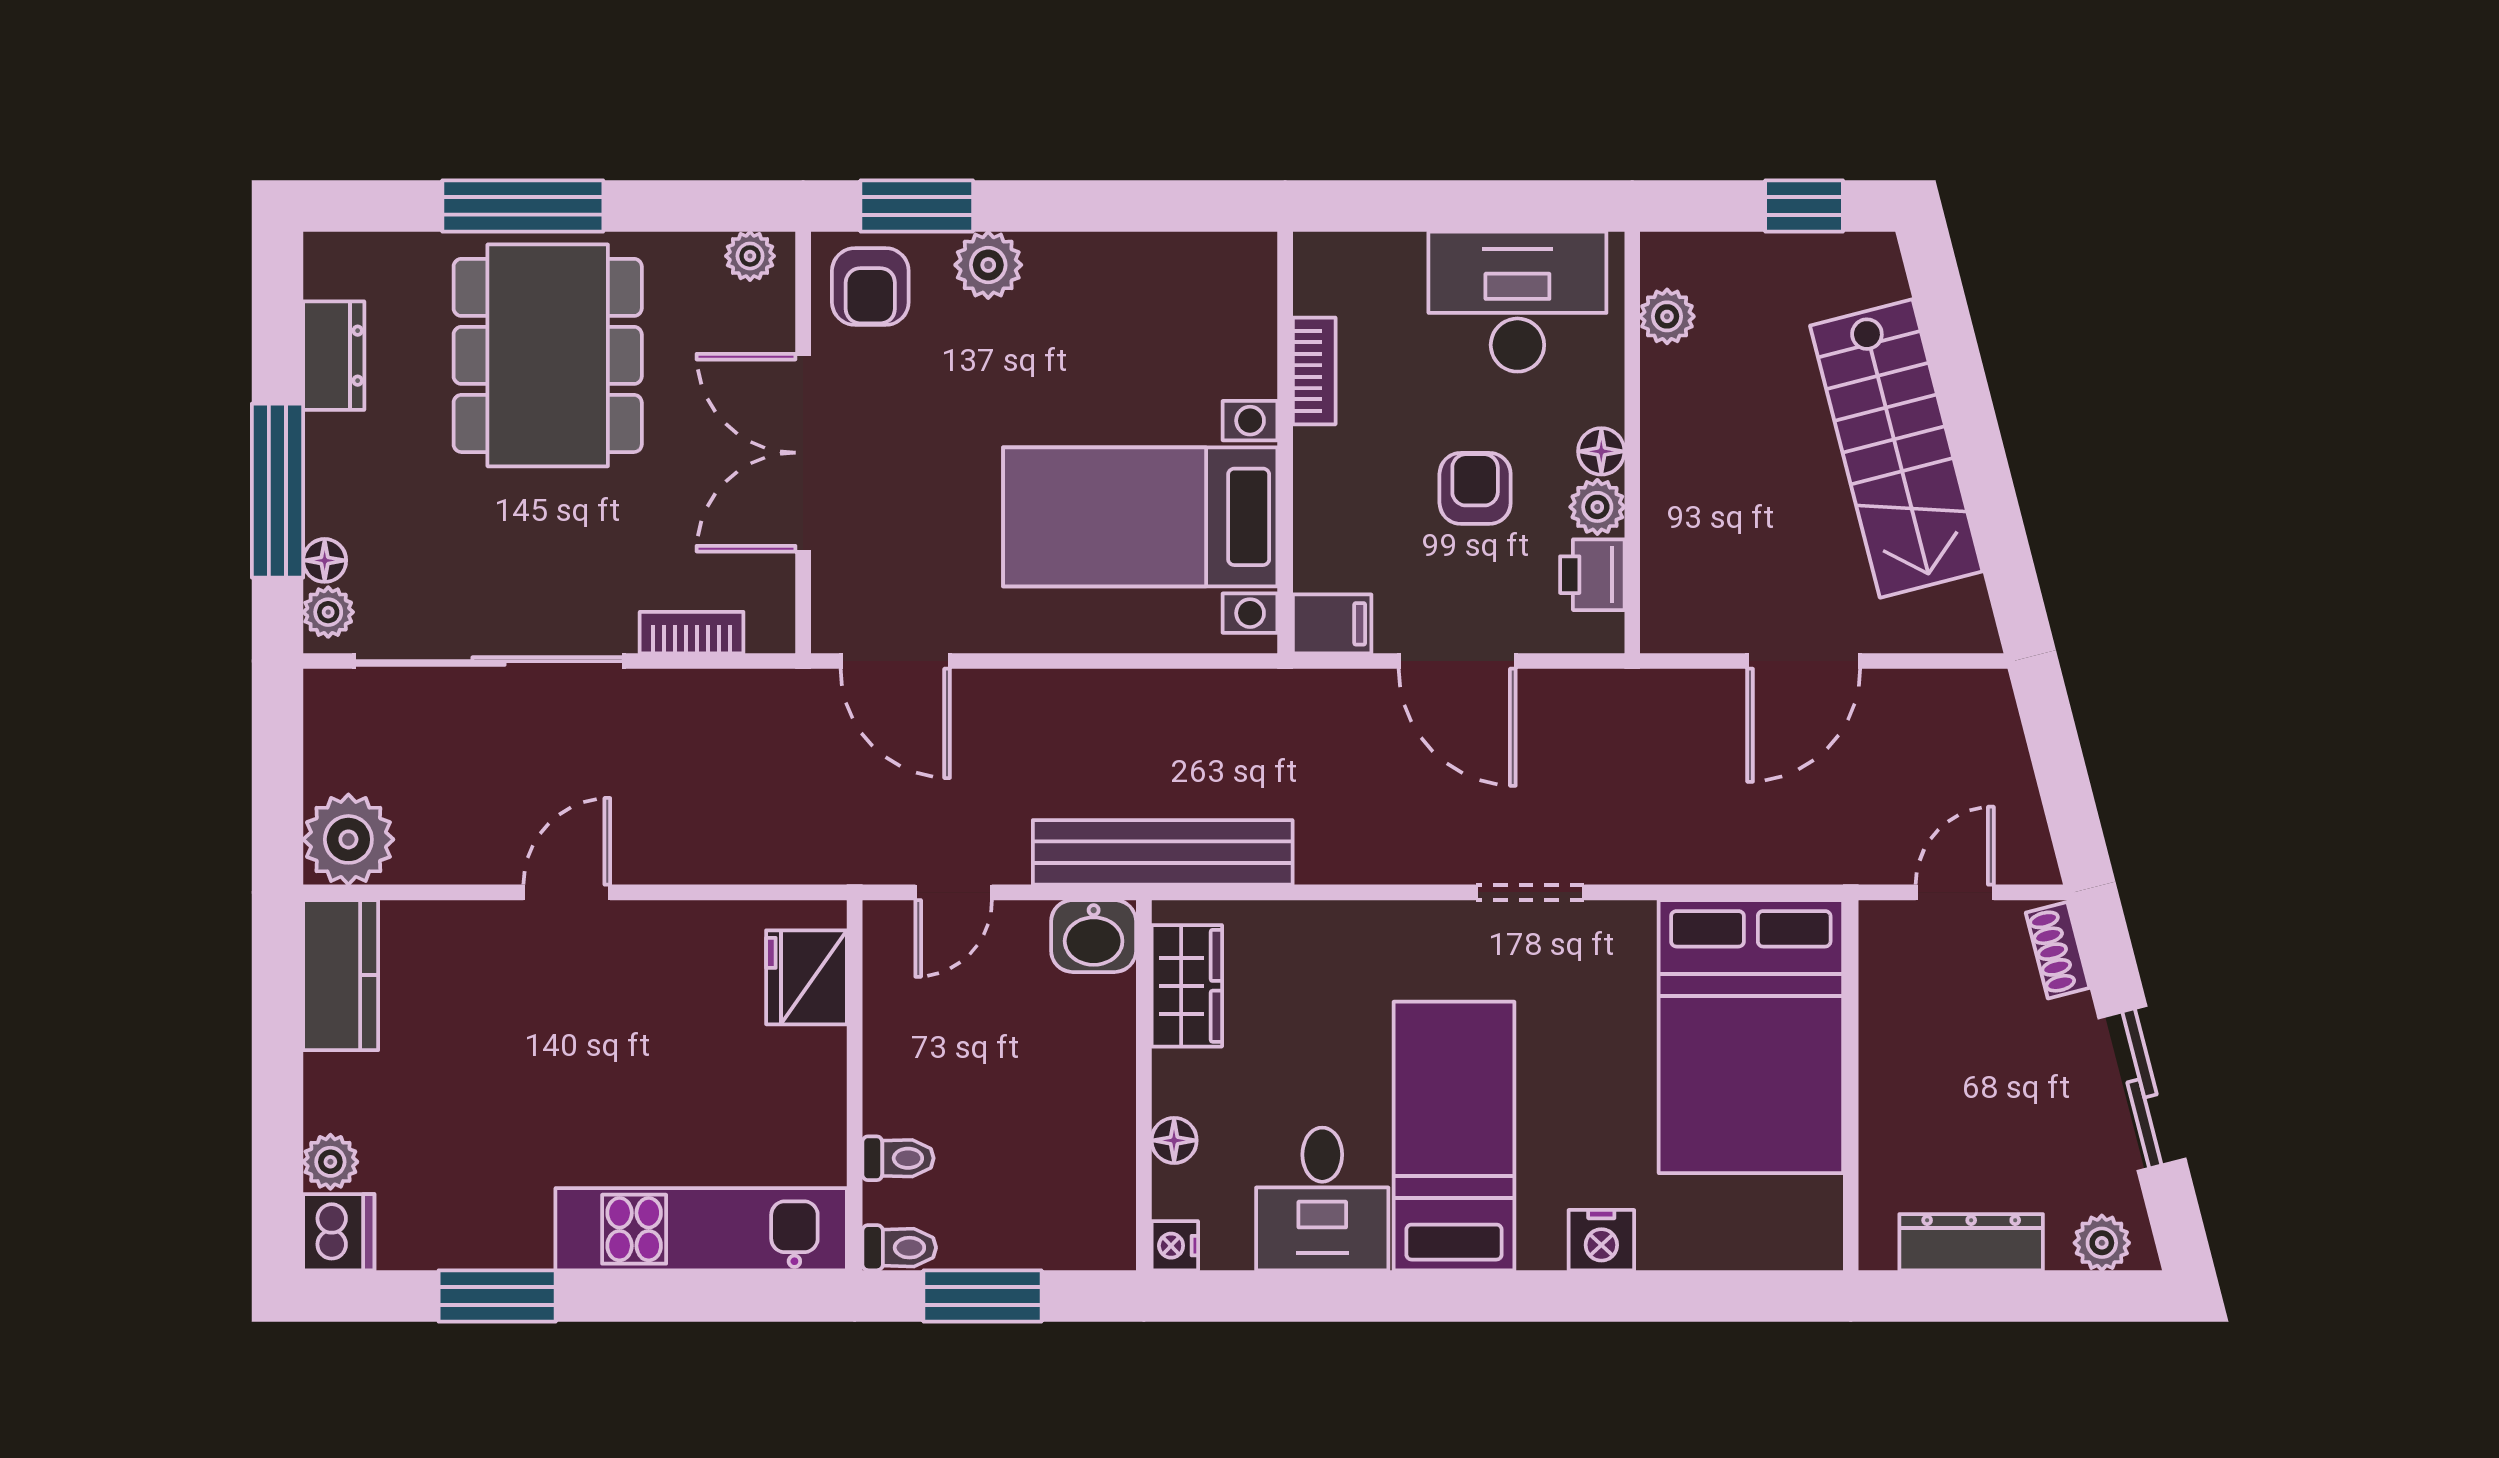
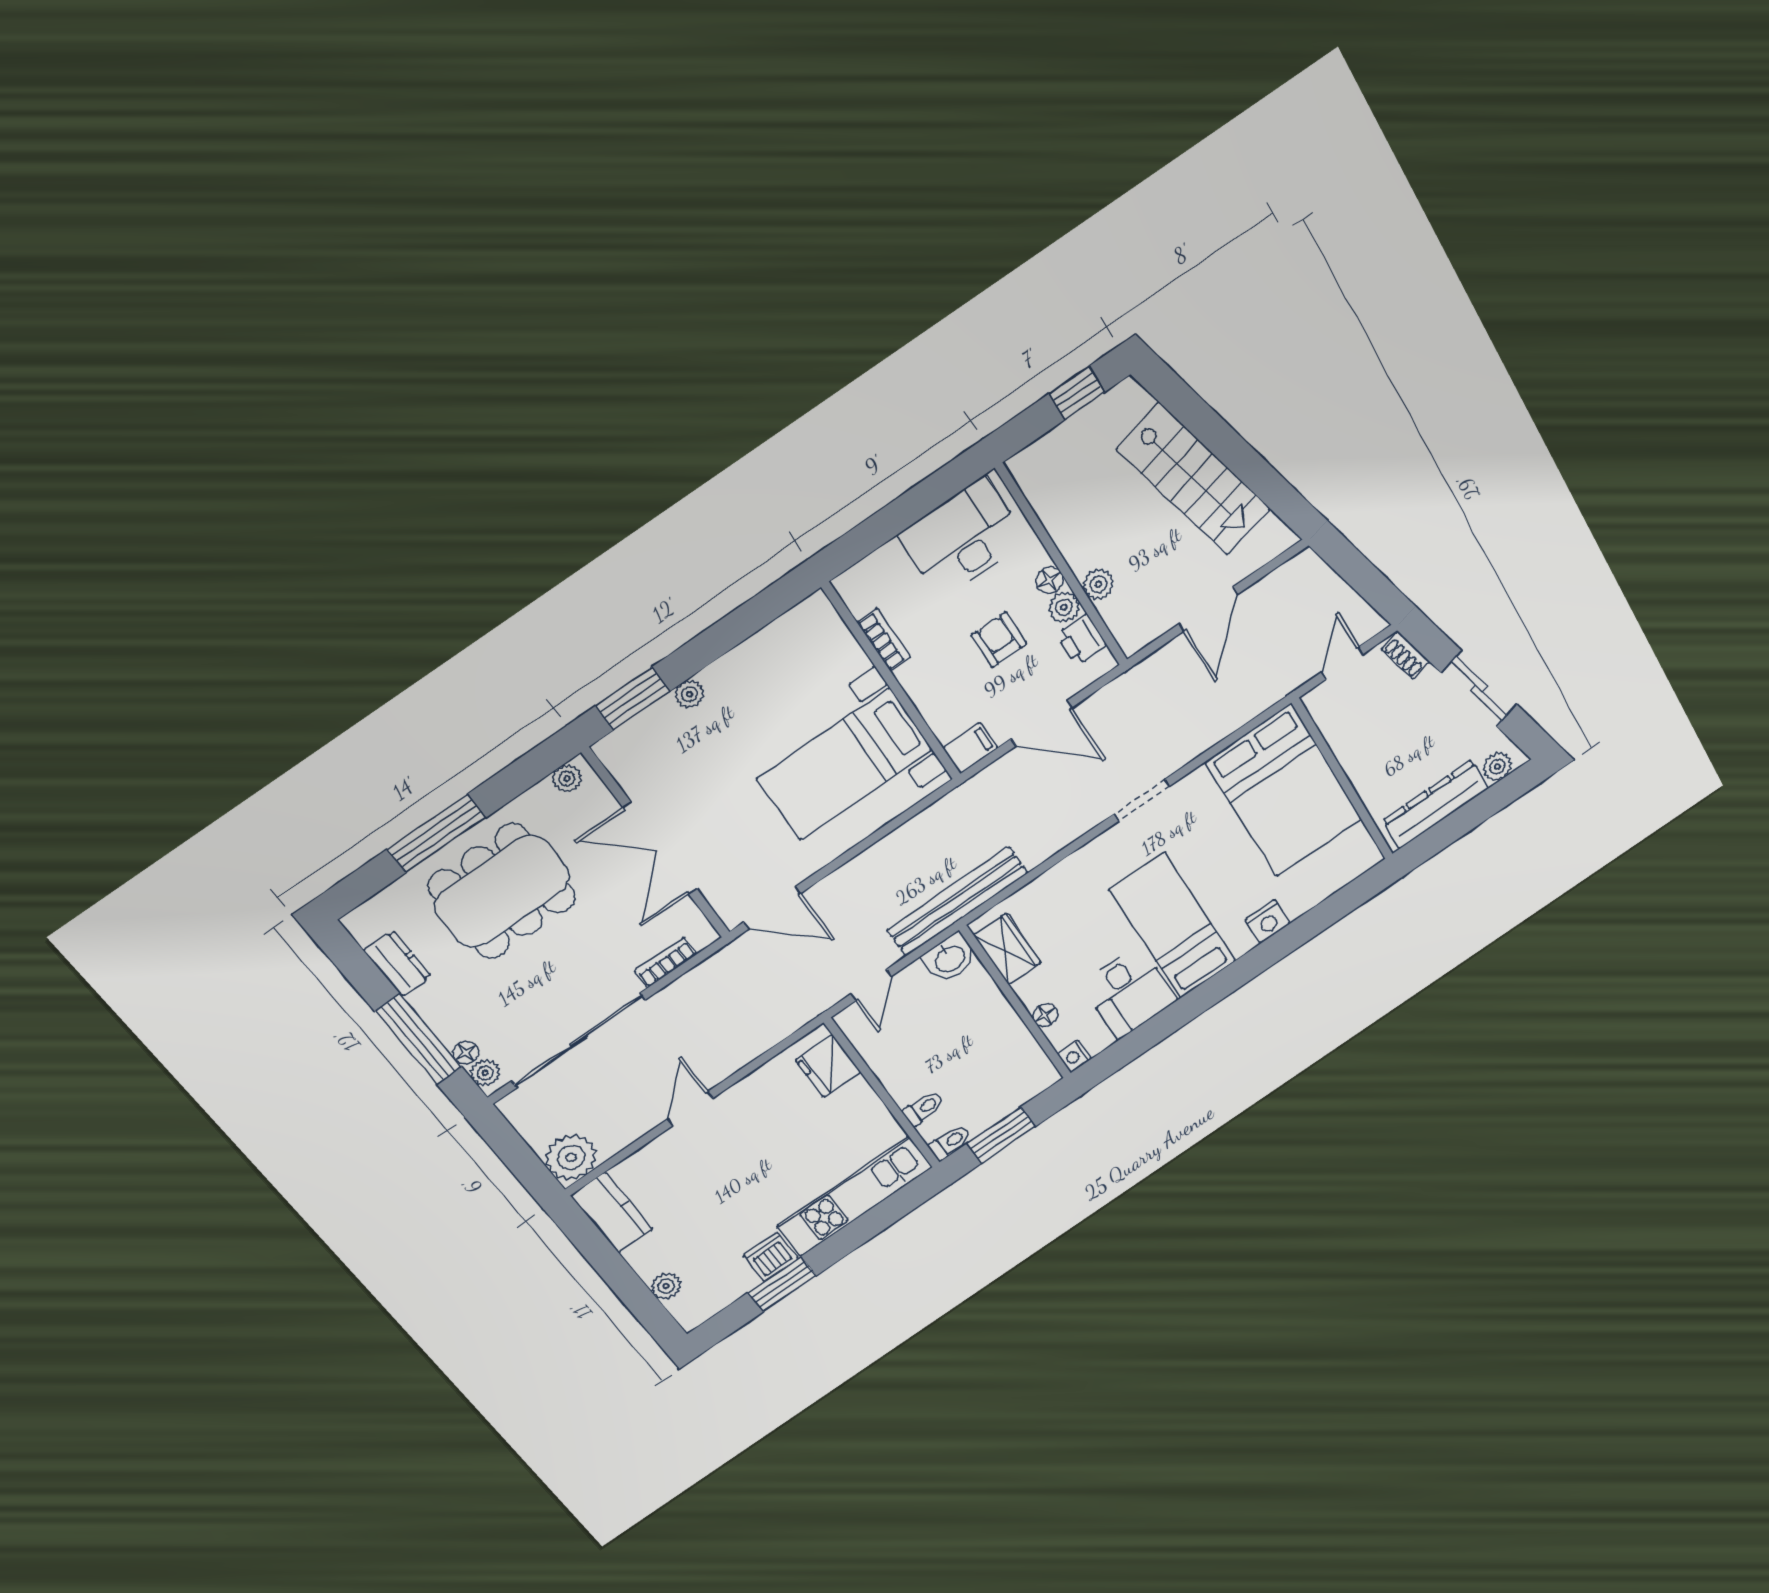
plant: (988, 265) -> (690, 694), width x0.73, depth x0.73
armchair: (870, 286) -> (637, 751), removed
plant: (1667, 316) -> (1098, 584), moved
dining table: (548, 355) -> (502, 891), turned 90
dishwasher: (339, 1232) -> (771, 1257), moved, turned -90
dresser: (1971, 1242) -> (1436, 804), width x1.37, depth x1.24

